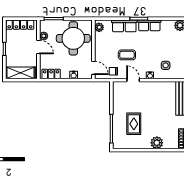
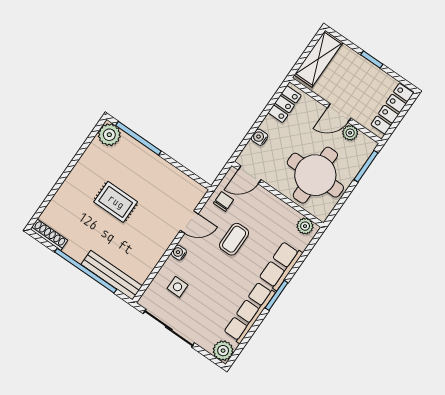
row of seats: (149, 25) -> (249, 313), width x1.48
rug: (134, 124) -> (116, 202), moved
plant: (157, 143) -> (109, 135), moved

